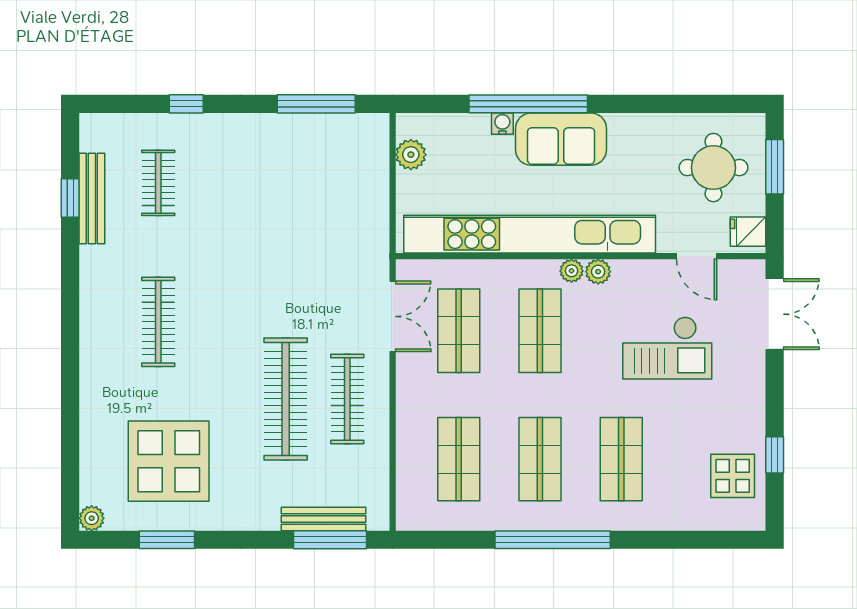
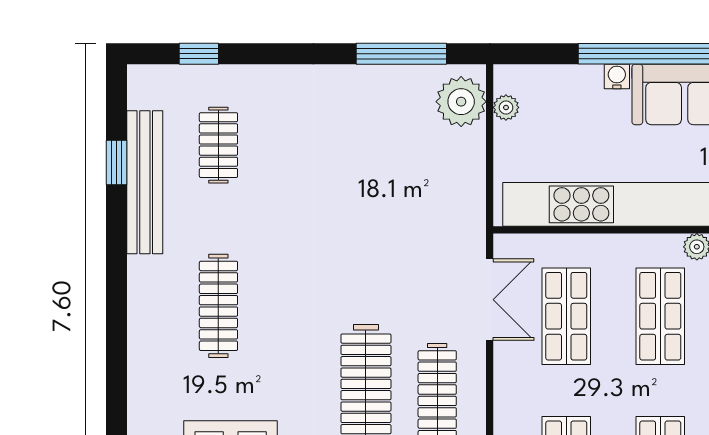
window: (186, 104) -> (199, 54), moved
plant: (368, 145) -> (461, 102), added
plant: (411, 155) -> (506, 107), width x0.73, depth x0.73
bench: (92, 198) -> (145, 182), width x1.37, depth x1.21

